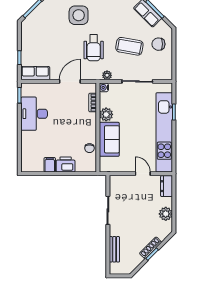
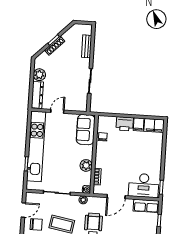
door: (174, 59) -> (23, 210), added
desk: (34, 114) -> (144, 185), moved, turned 90
sofa: (109, 139) -> (86, 130), moved
filing cabinet: (32, 165) -> (154, 125), added
door: (143, 174) -> (57, 111), swing flipped
dresser: (167, 186) -> (37, 95), width x1.44

